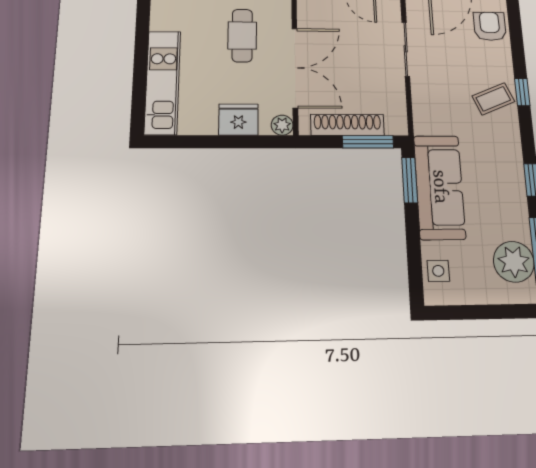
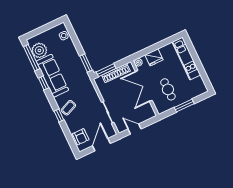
sofa: (439, 187) -> (52, 76), moved, turned 180

